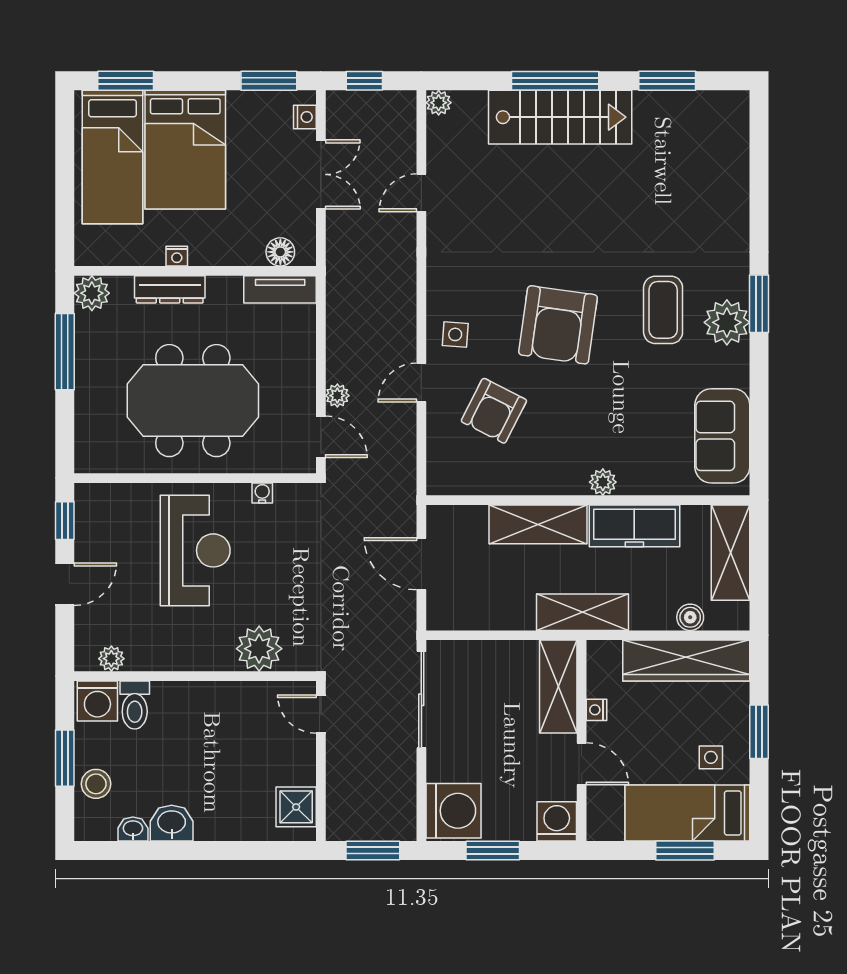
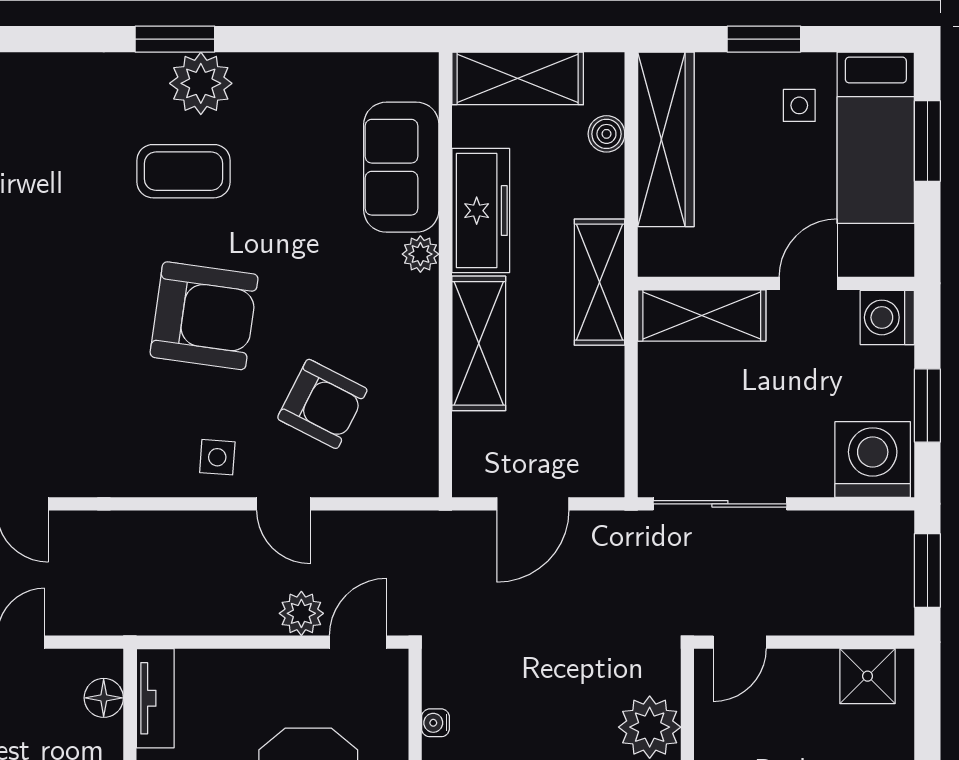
plant: (337, 396) -> (301, 613), width x1.38, depth x1.38
sofa: (722, 436) -> (401, 167), moved, turned 90
nightstand: (597, 710) -> (734, 263), removed

